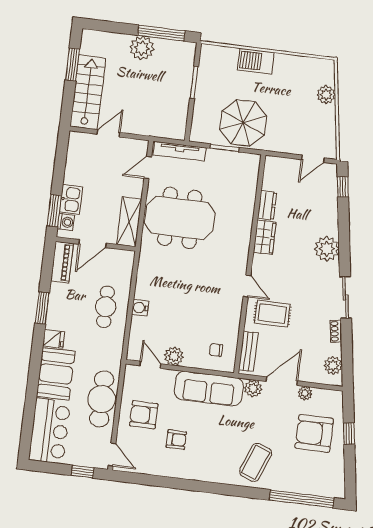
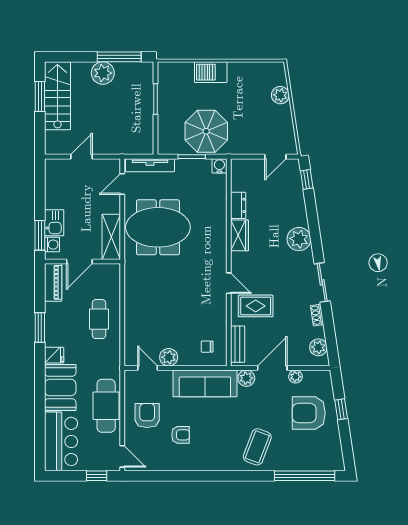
stairs: (88, 92) -> (57, 96), moved
water cooler: (140, 308) -> (219, 166), moved, turned 90
armchair: (144, 415) -> (147, 416), turned 90

